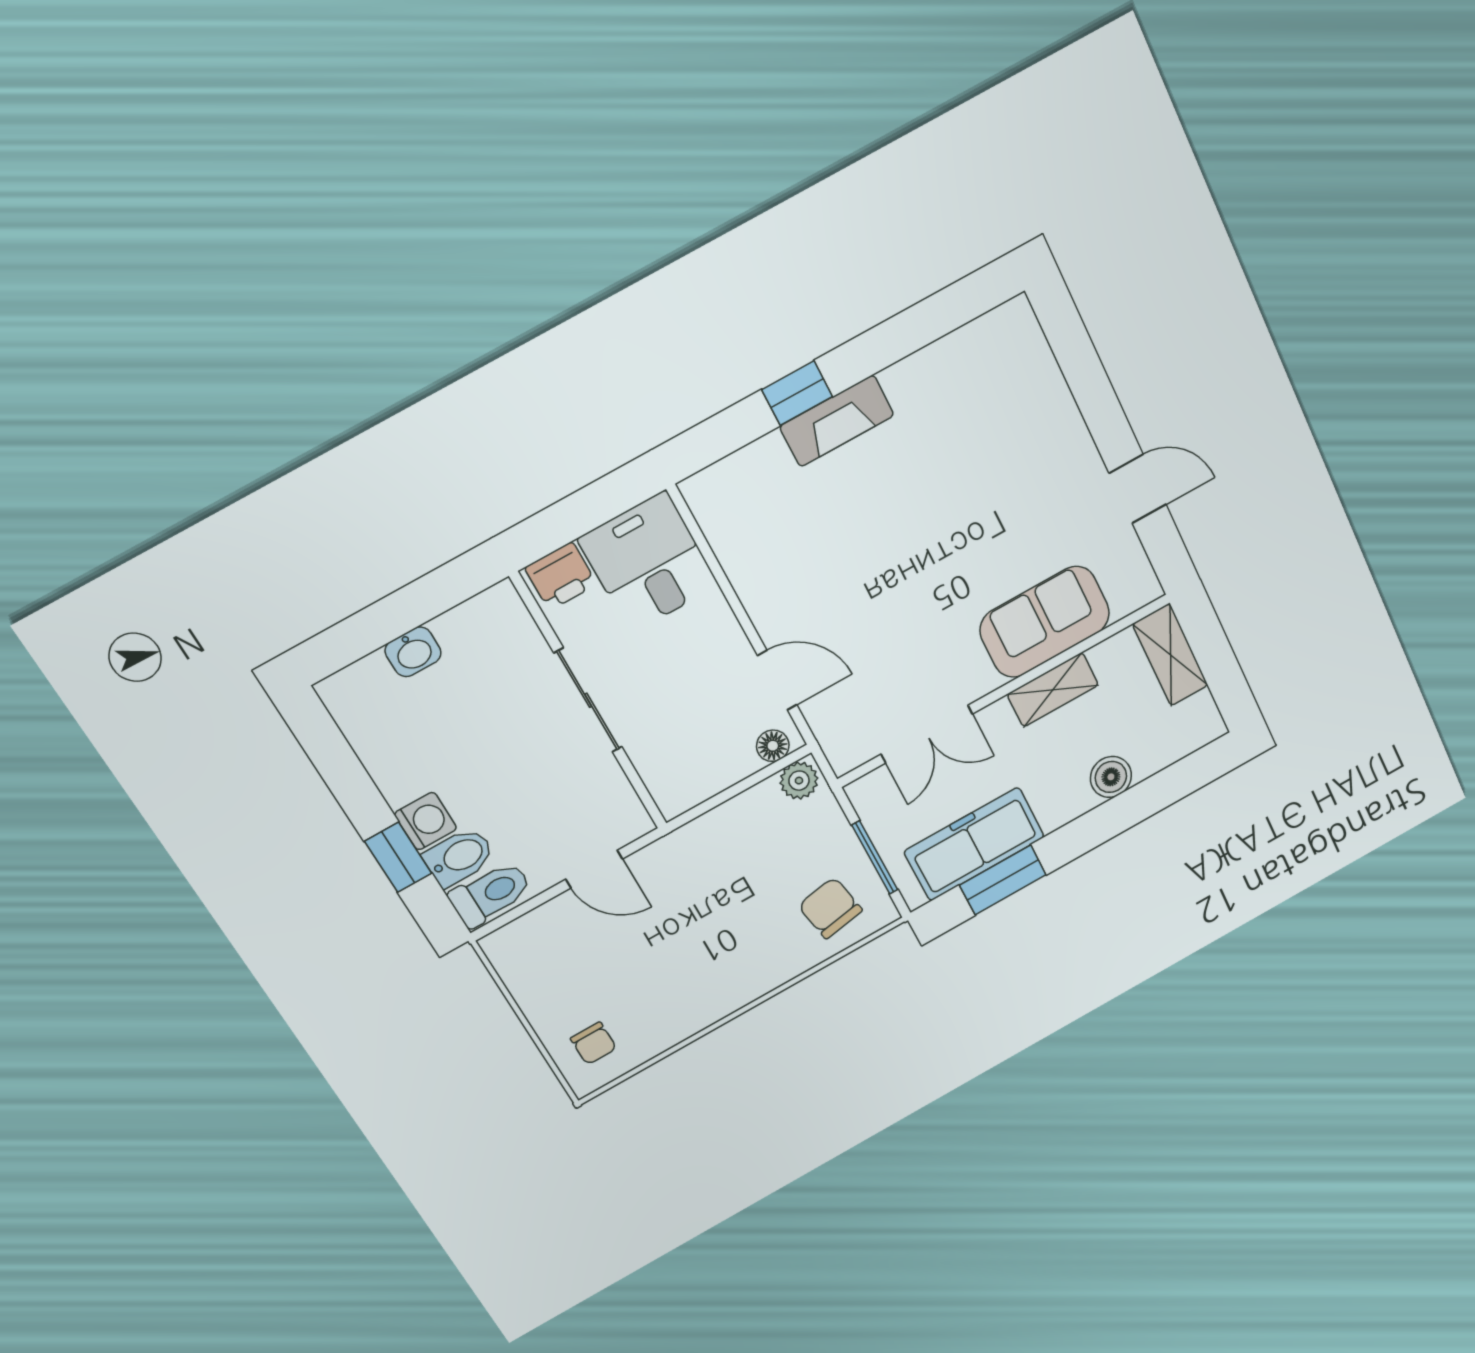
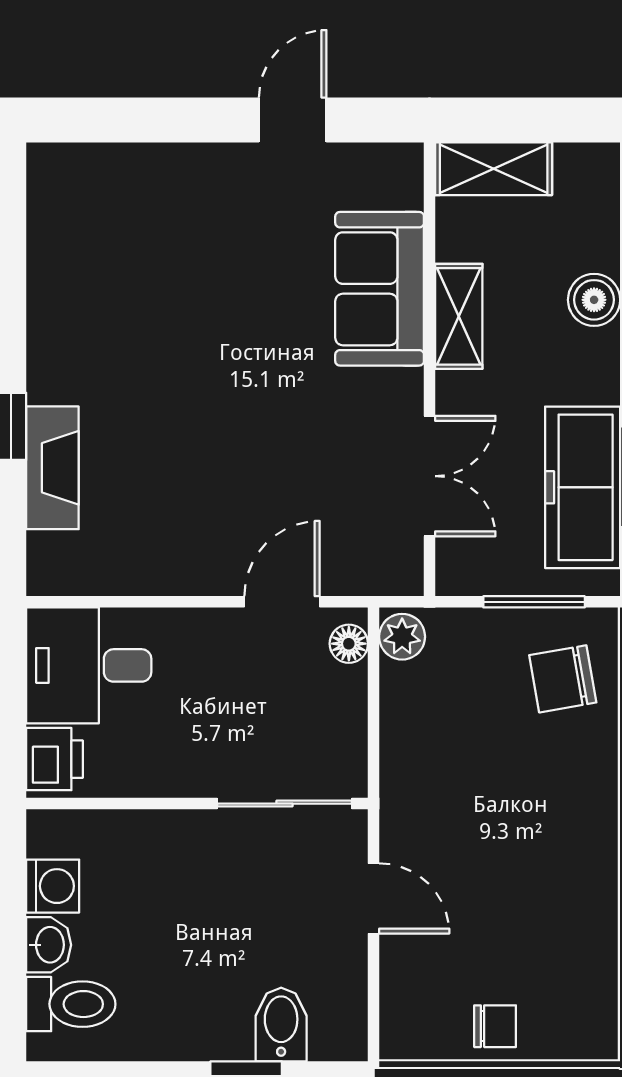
fireplace: (837, 421) -> (52, 468), moved
sliding door: (588, 700) -> (284, 804), moved
washing machine: (426, 821) -> (53, 886), moved, turned 90
door: (594, 869) -> (374, 898), hinge flipped
toilet: (491, 894) -> (71, 1004), moved, turned 90
chair: (594, 1043) -> (495, 1026), moved

